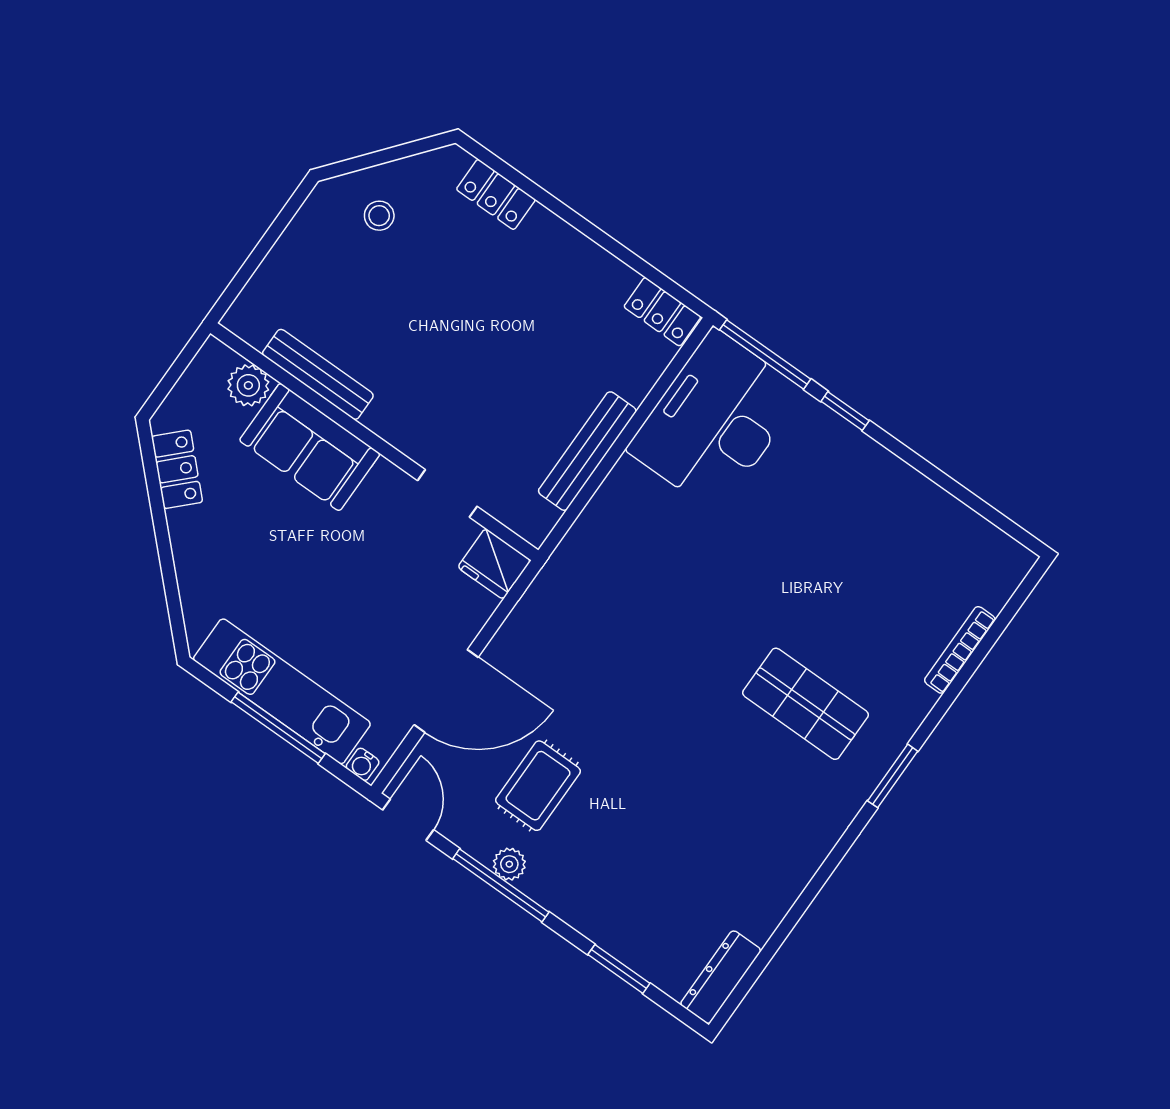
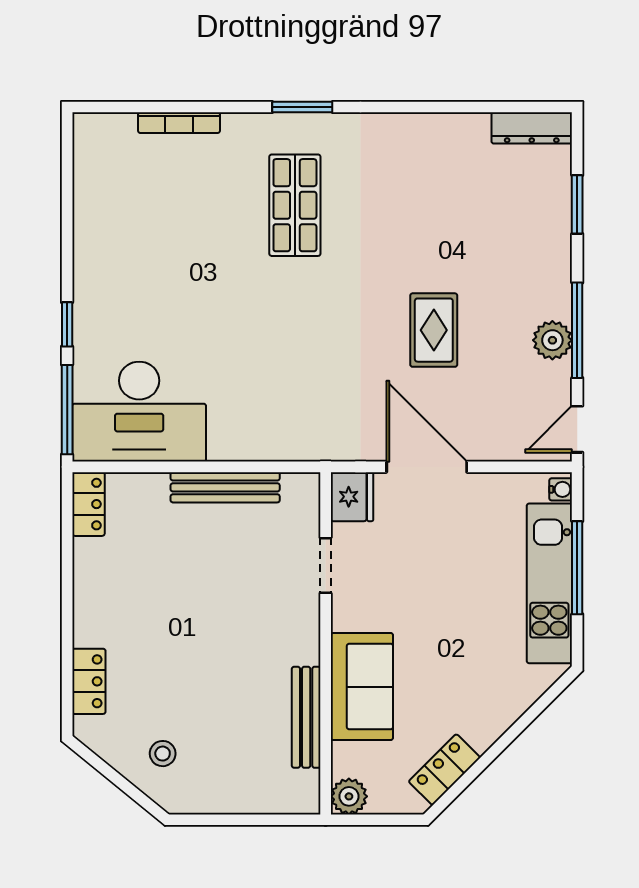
plant: (248, 385) -> (349, 796), moved
door: (446, 691) -> (427, 467), moved
rug: (538, 786) -> (434, 330), moved, turned 90
plant: (509, 864) -> (552, 340), width x1.38, depth x1.38

